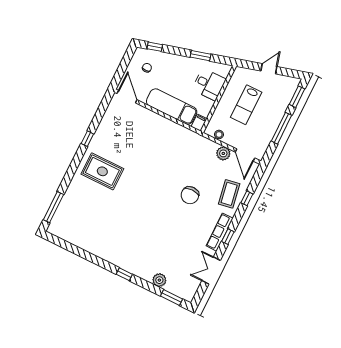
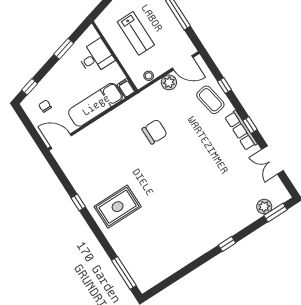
chair: (190, 195) -> (155, 132), moved, turned -90
plant: (159, 280) -> (264, 207), moved

